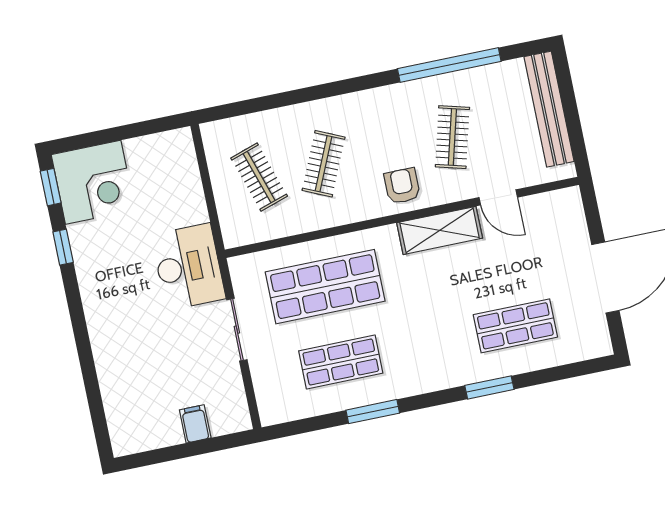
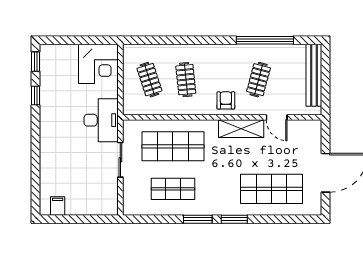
clothes rail: (324, 164) -> (186, 80), turned -30
corner desk: (93, 182) -> (98, 64), moved
shop shelf: (515, 326) -> (271, 189), width x1.43, depth x1.36
window: (489, 387) -> (234, 219), moved
window: (373, 412) -> (198, 219), moved
filing cabinet: (195, 424) -> (58, 206), moved

